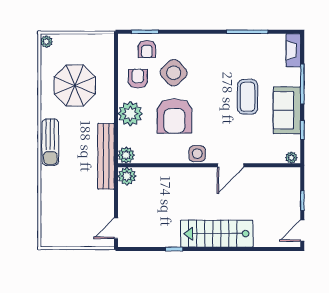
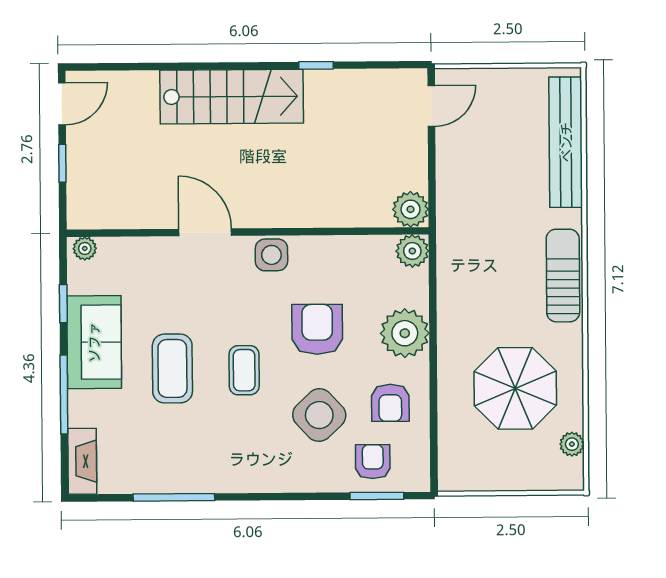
plant: (46, 42) -> (572, 444), moved
coffee table: (211, 96) -> (244, 370), added
armchair: (174, 116) -> (317, 329), width x0.73, depth x0.73
bench: (106, 156) -> (566, 142), moved
door: (231, 165) -> (205, 232), hinge flipped

